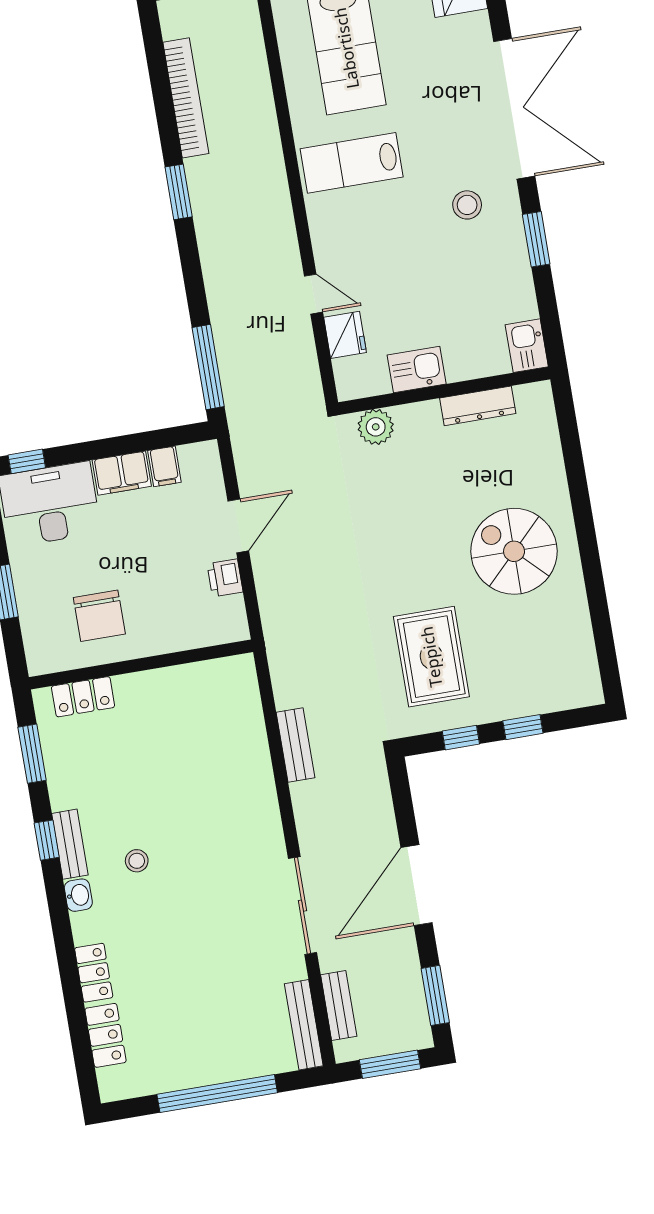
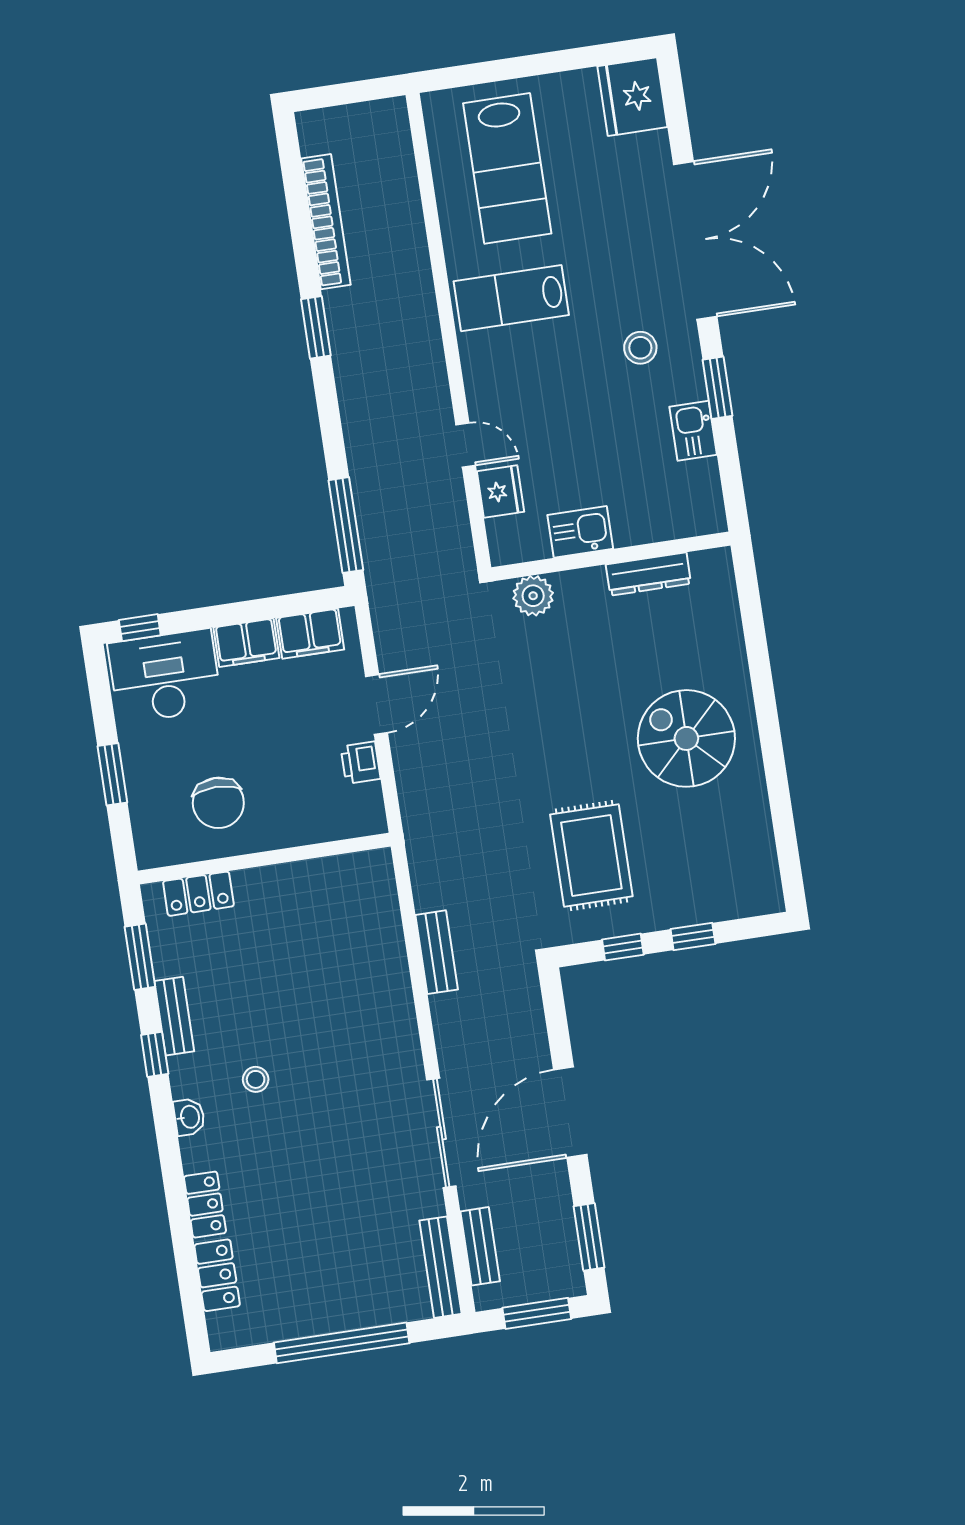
kitchen sink: (527, 346) -> (693, 431), moved
filing cabinet: (164, 466) -> (310, 634), width x2.00
bench: (70, 844) -> (174, 1016), moved

